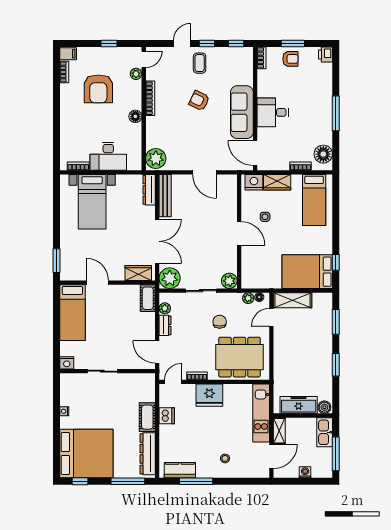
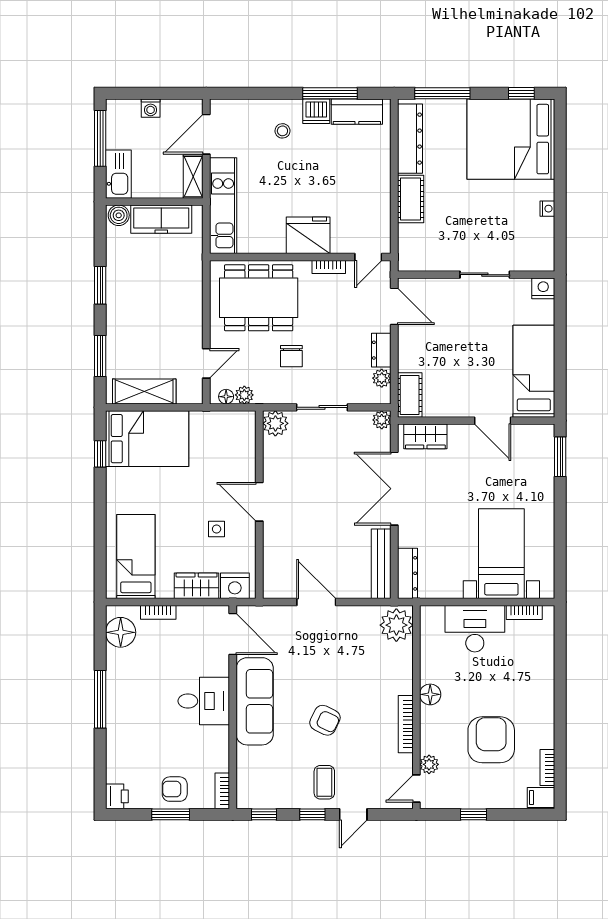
plant: (170, 278) -> (382, 420), width x0.53, depth x0.53
shelving: (292, 300) -> (144, 391), moved
dishwasher: (167, 416) -> (316, 111), moved, turned -90

